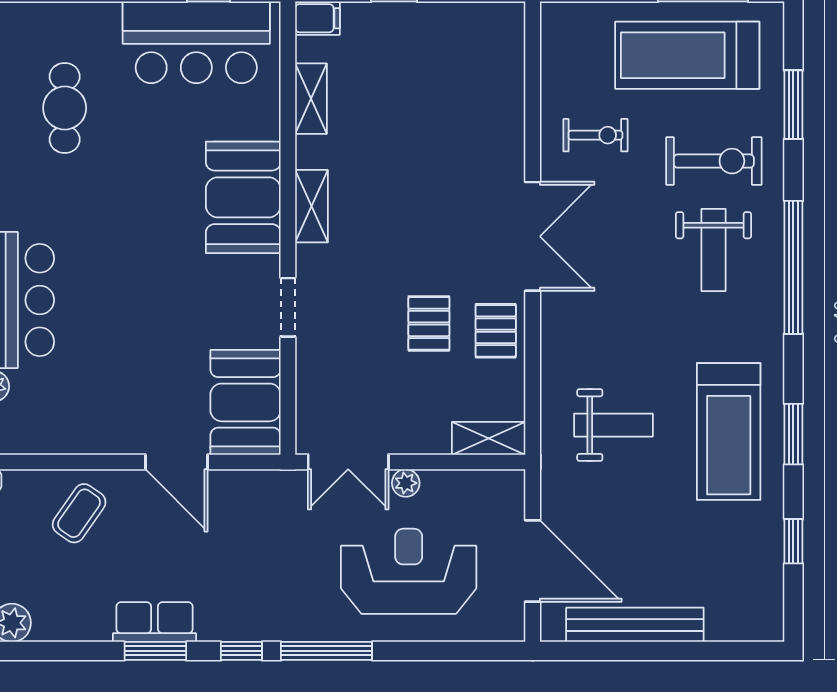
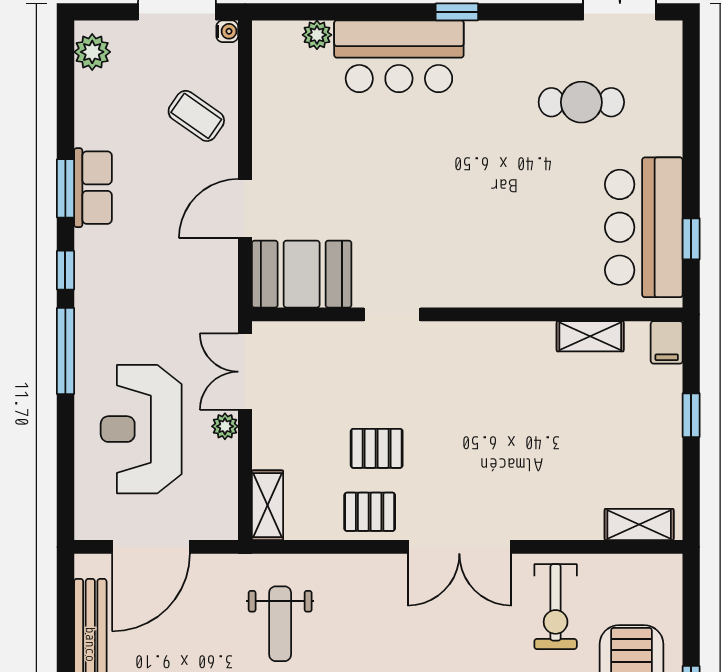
exercise bike: (595, 135) -> (556, 607), width x1.38, depth x1.39
booth: (243, 197) -> (496, 272), removed
shelving: (311, 206) -> (639, 524), moved
reception desk: (409, 571) -> (141, 429), turned 180

